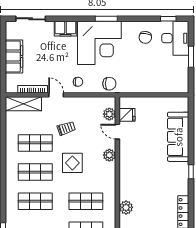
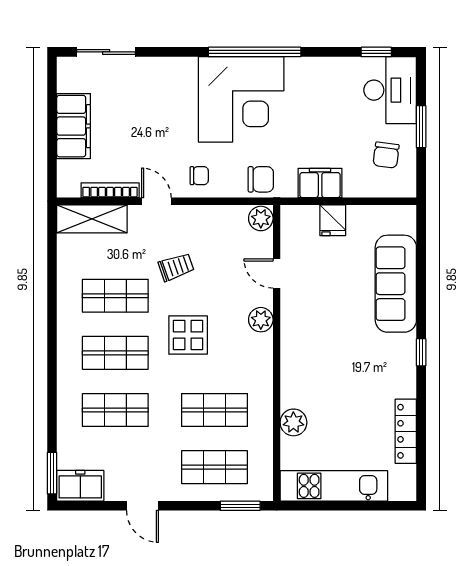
window: (106, 19) -> (255, 52), width x2.11
filing cabinet: (65, 29) -> (320, 183), moved, turned 180
chair: (145, 37) -> (386, 155), moved
plant: (109, 114) -> (261, 218), moved
fridge: (127, 115) -> (333, 220), moved, turned 90

